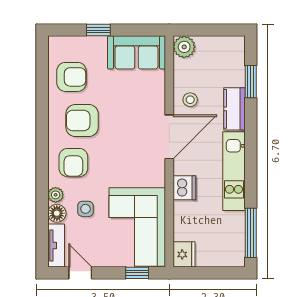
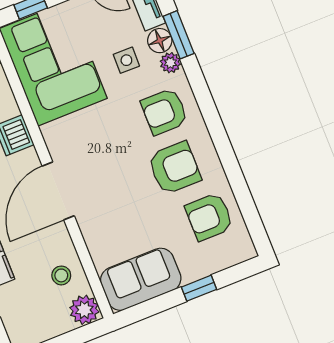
stool: (190, 100) -> (61, 275), moved
armchair: (73, 163) -> (164, 112), turned -90
window: (42, 212) -> (179, 35), added

